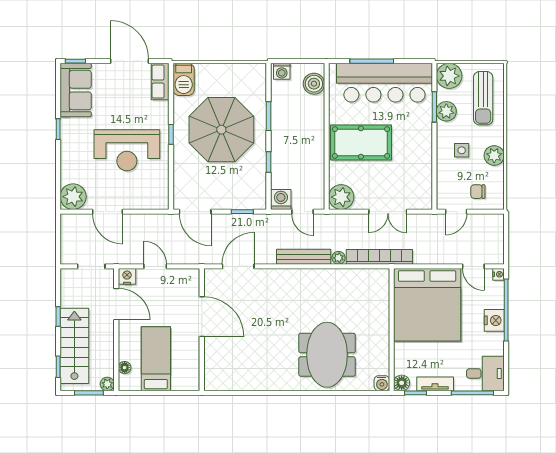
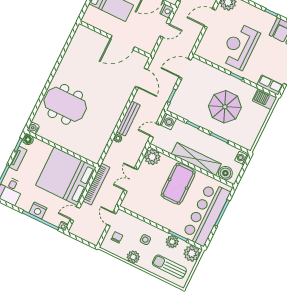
parasol: (221, 130) -> (225, 107), width x0.73, depth x0.73
shelving: (314, 134) -> (196, 159), added
bookcase: (379, 257) -> (96, 184), moved

